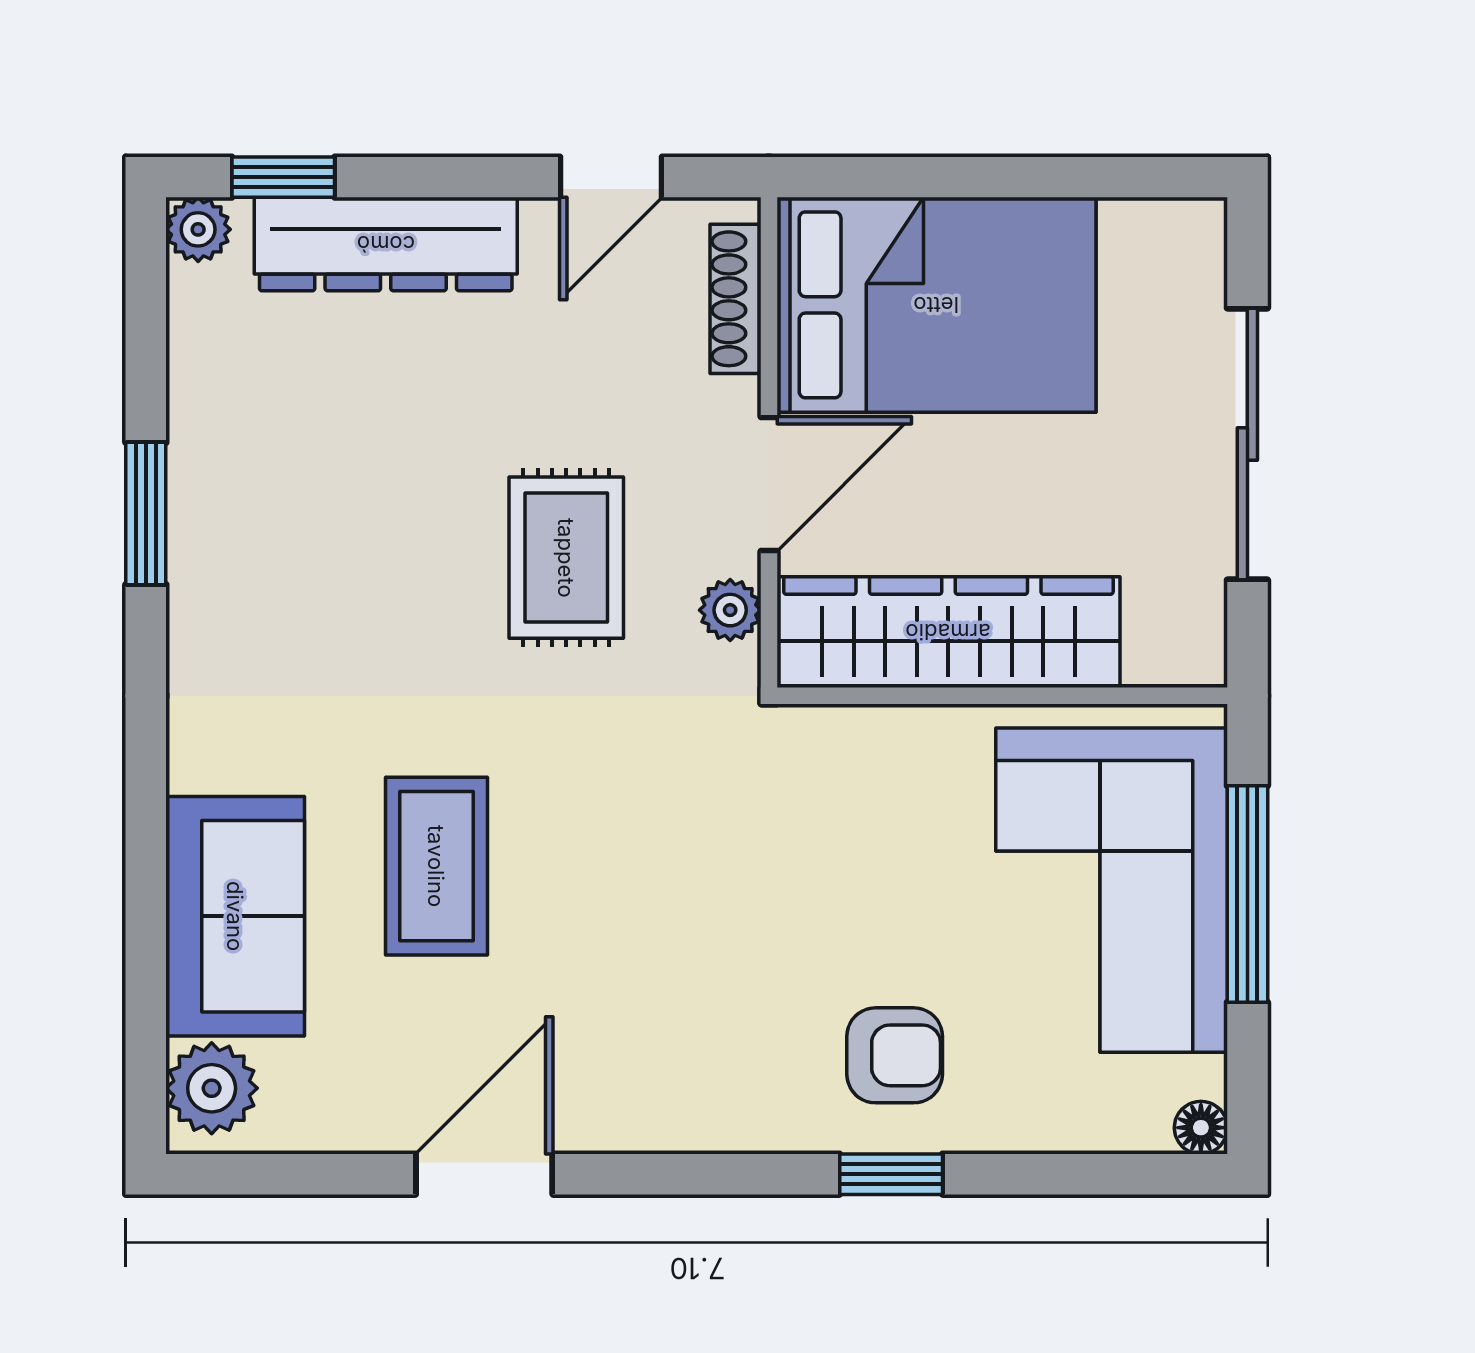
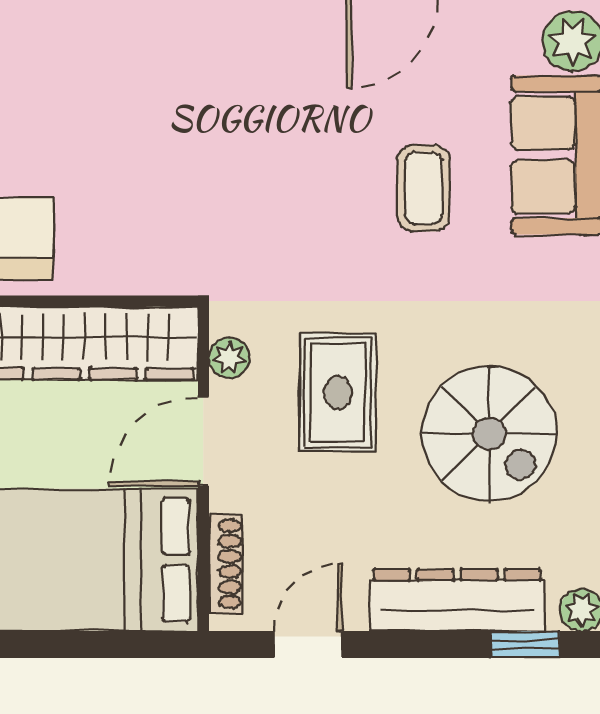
spiral stairs: (338, 496) -> (489, 434), added
coffee table: (436, 866) -> (424, 188), width x0.73, depth x0.77
armchair: (895, 1055) -> (120, 63), removed

